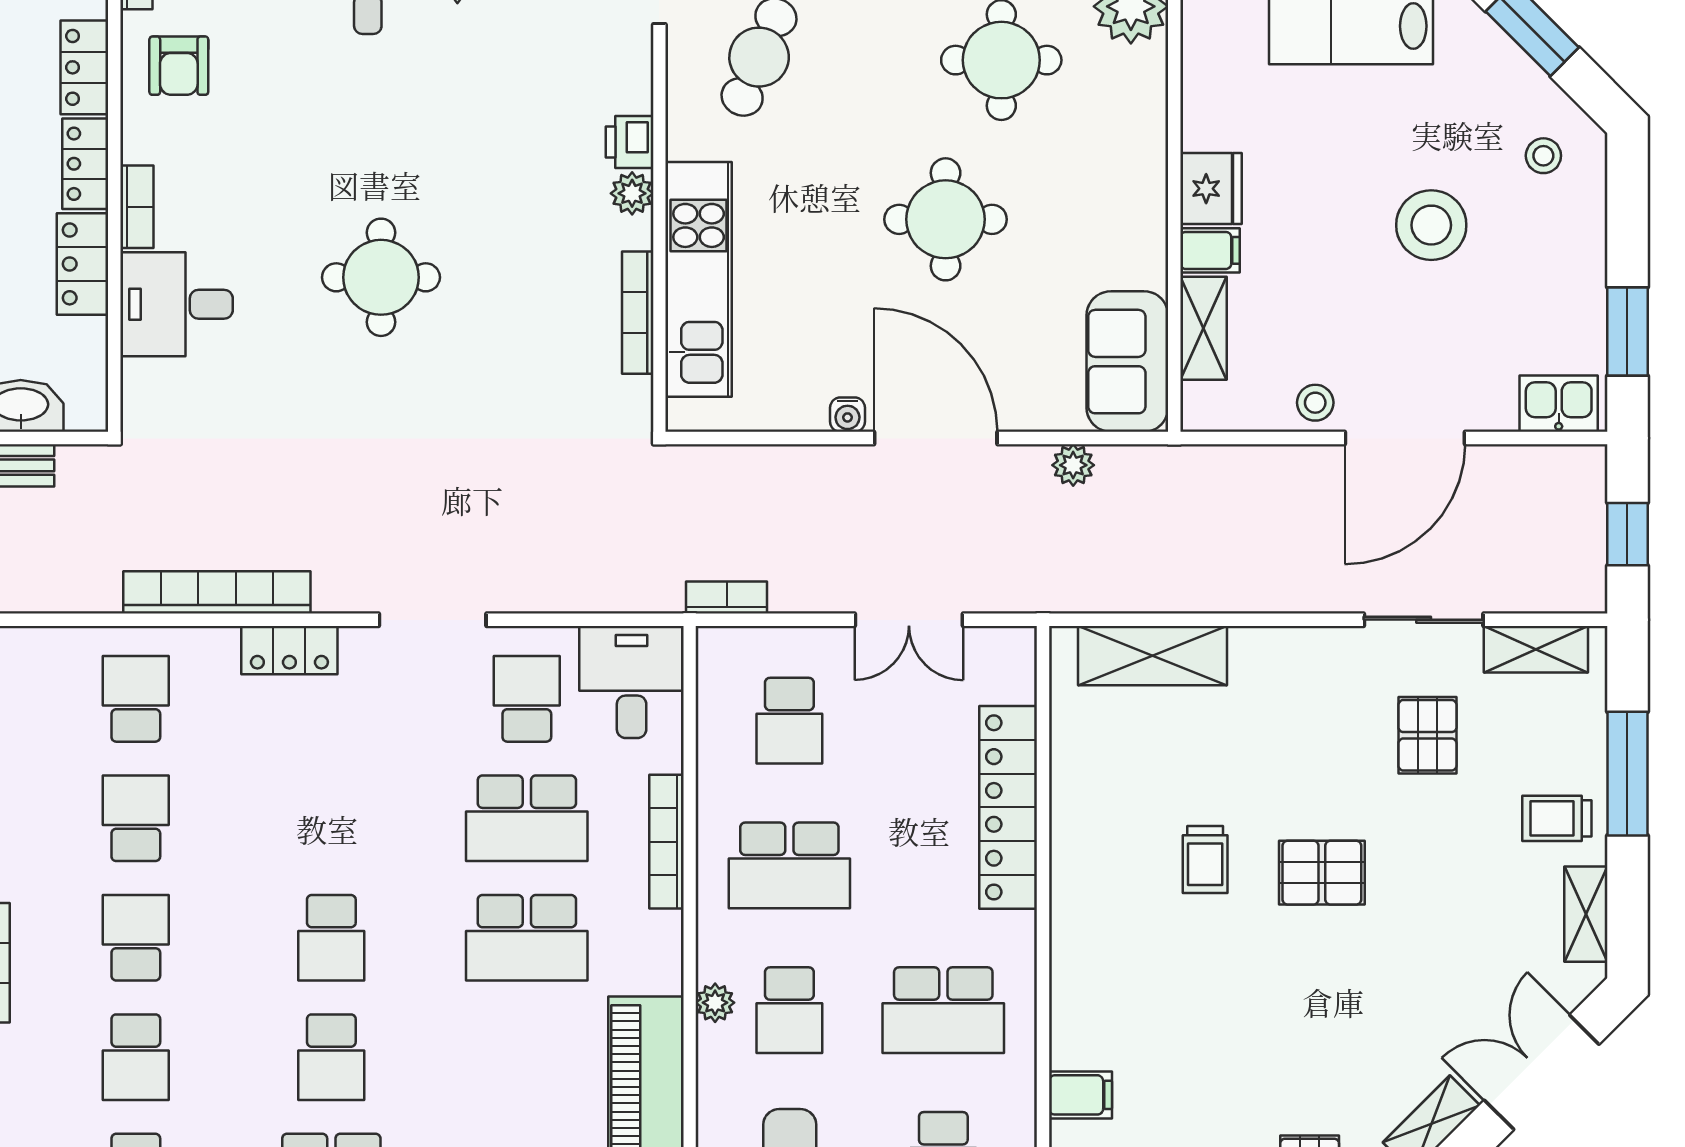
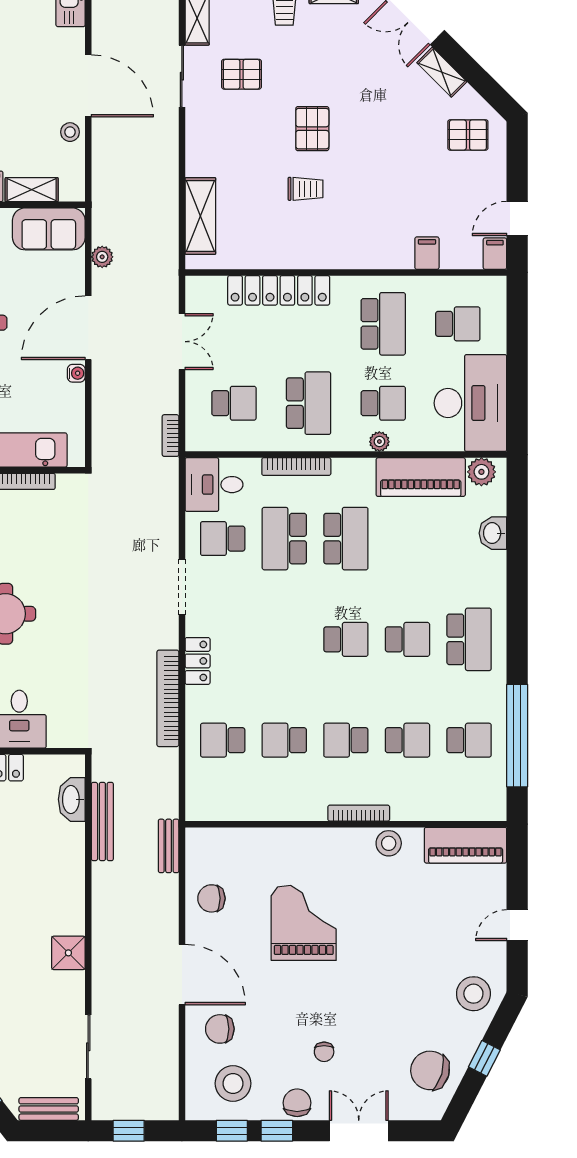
school desk: (527, 818) -> (284, 539), turned 180

